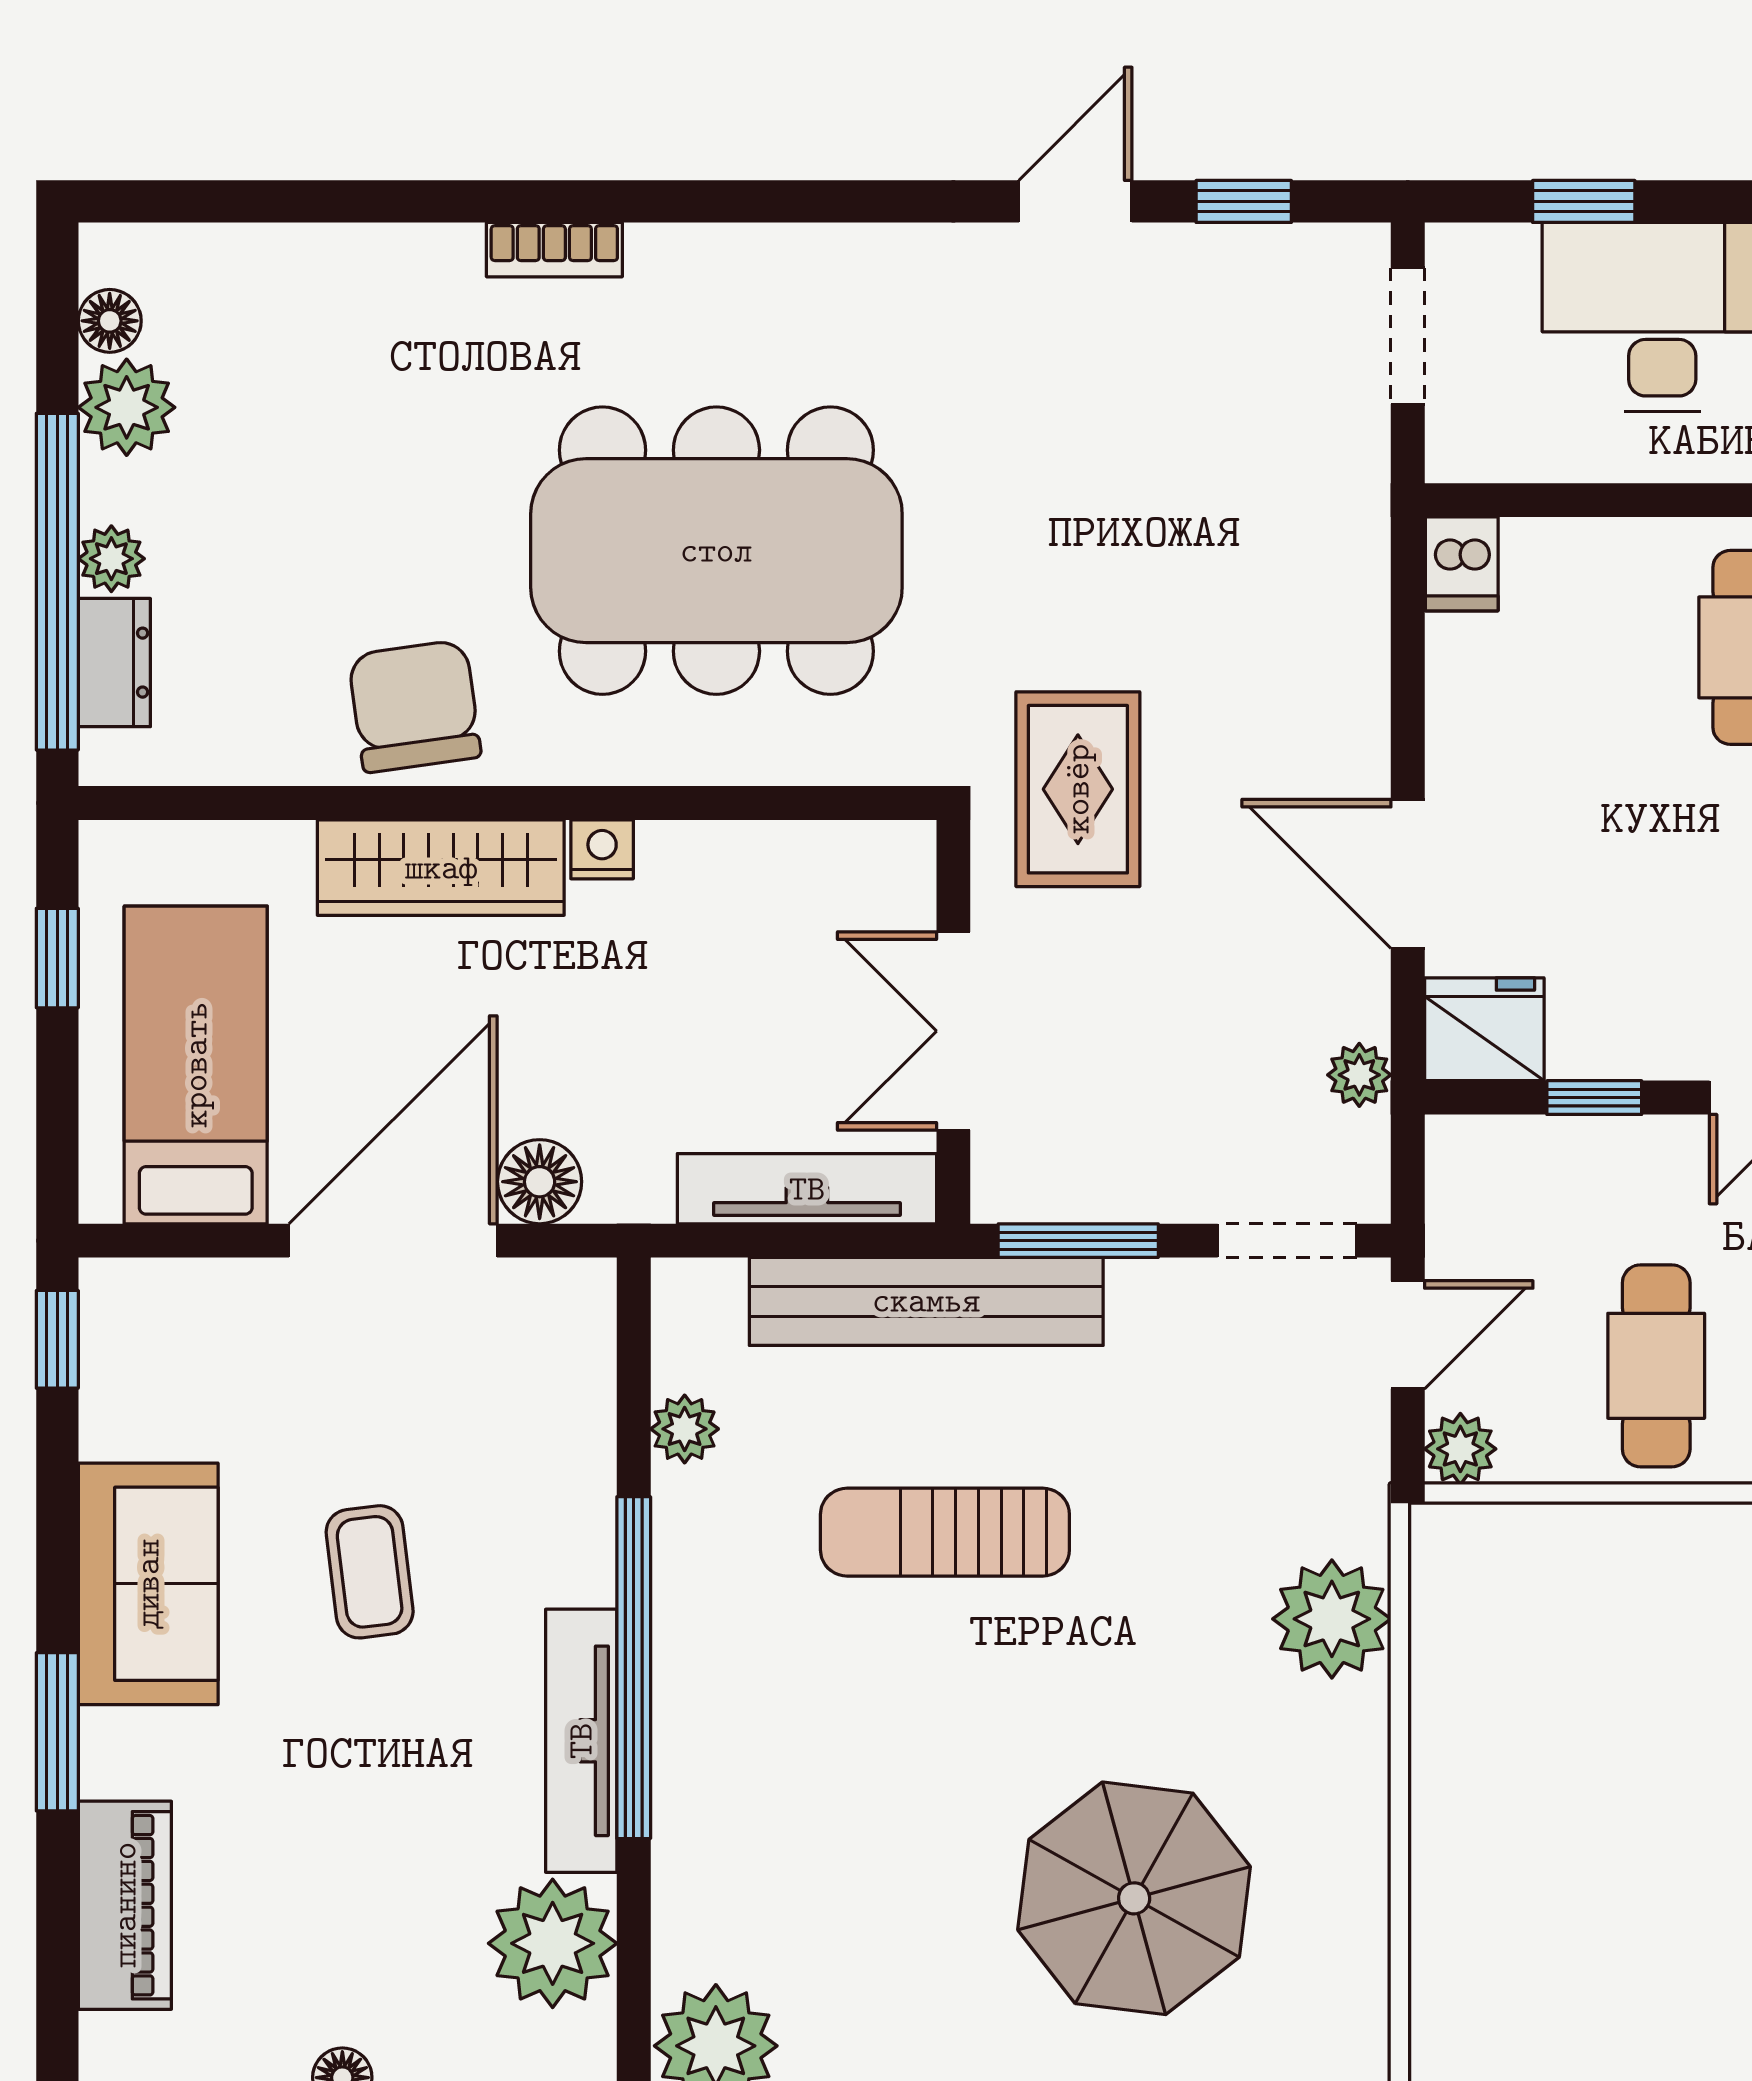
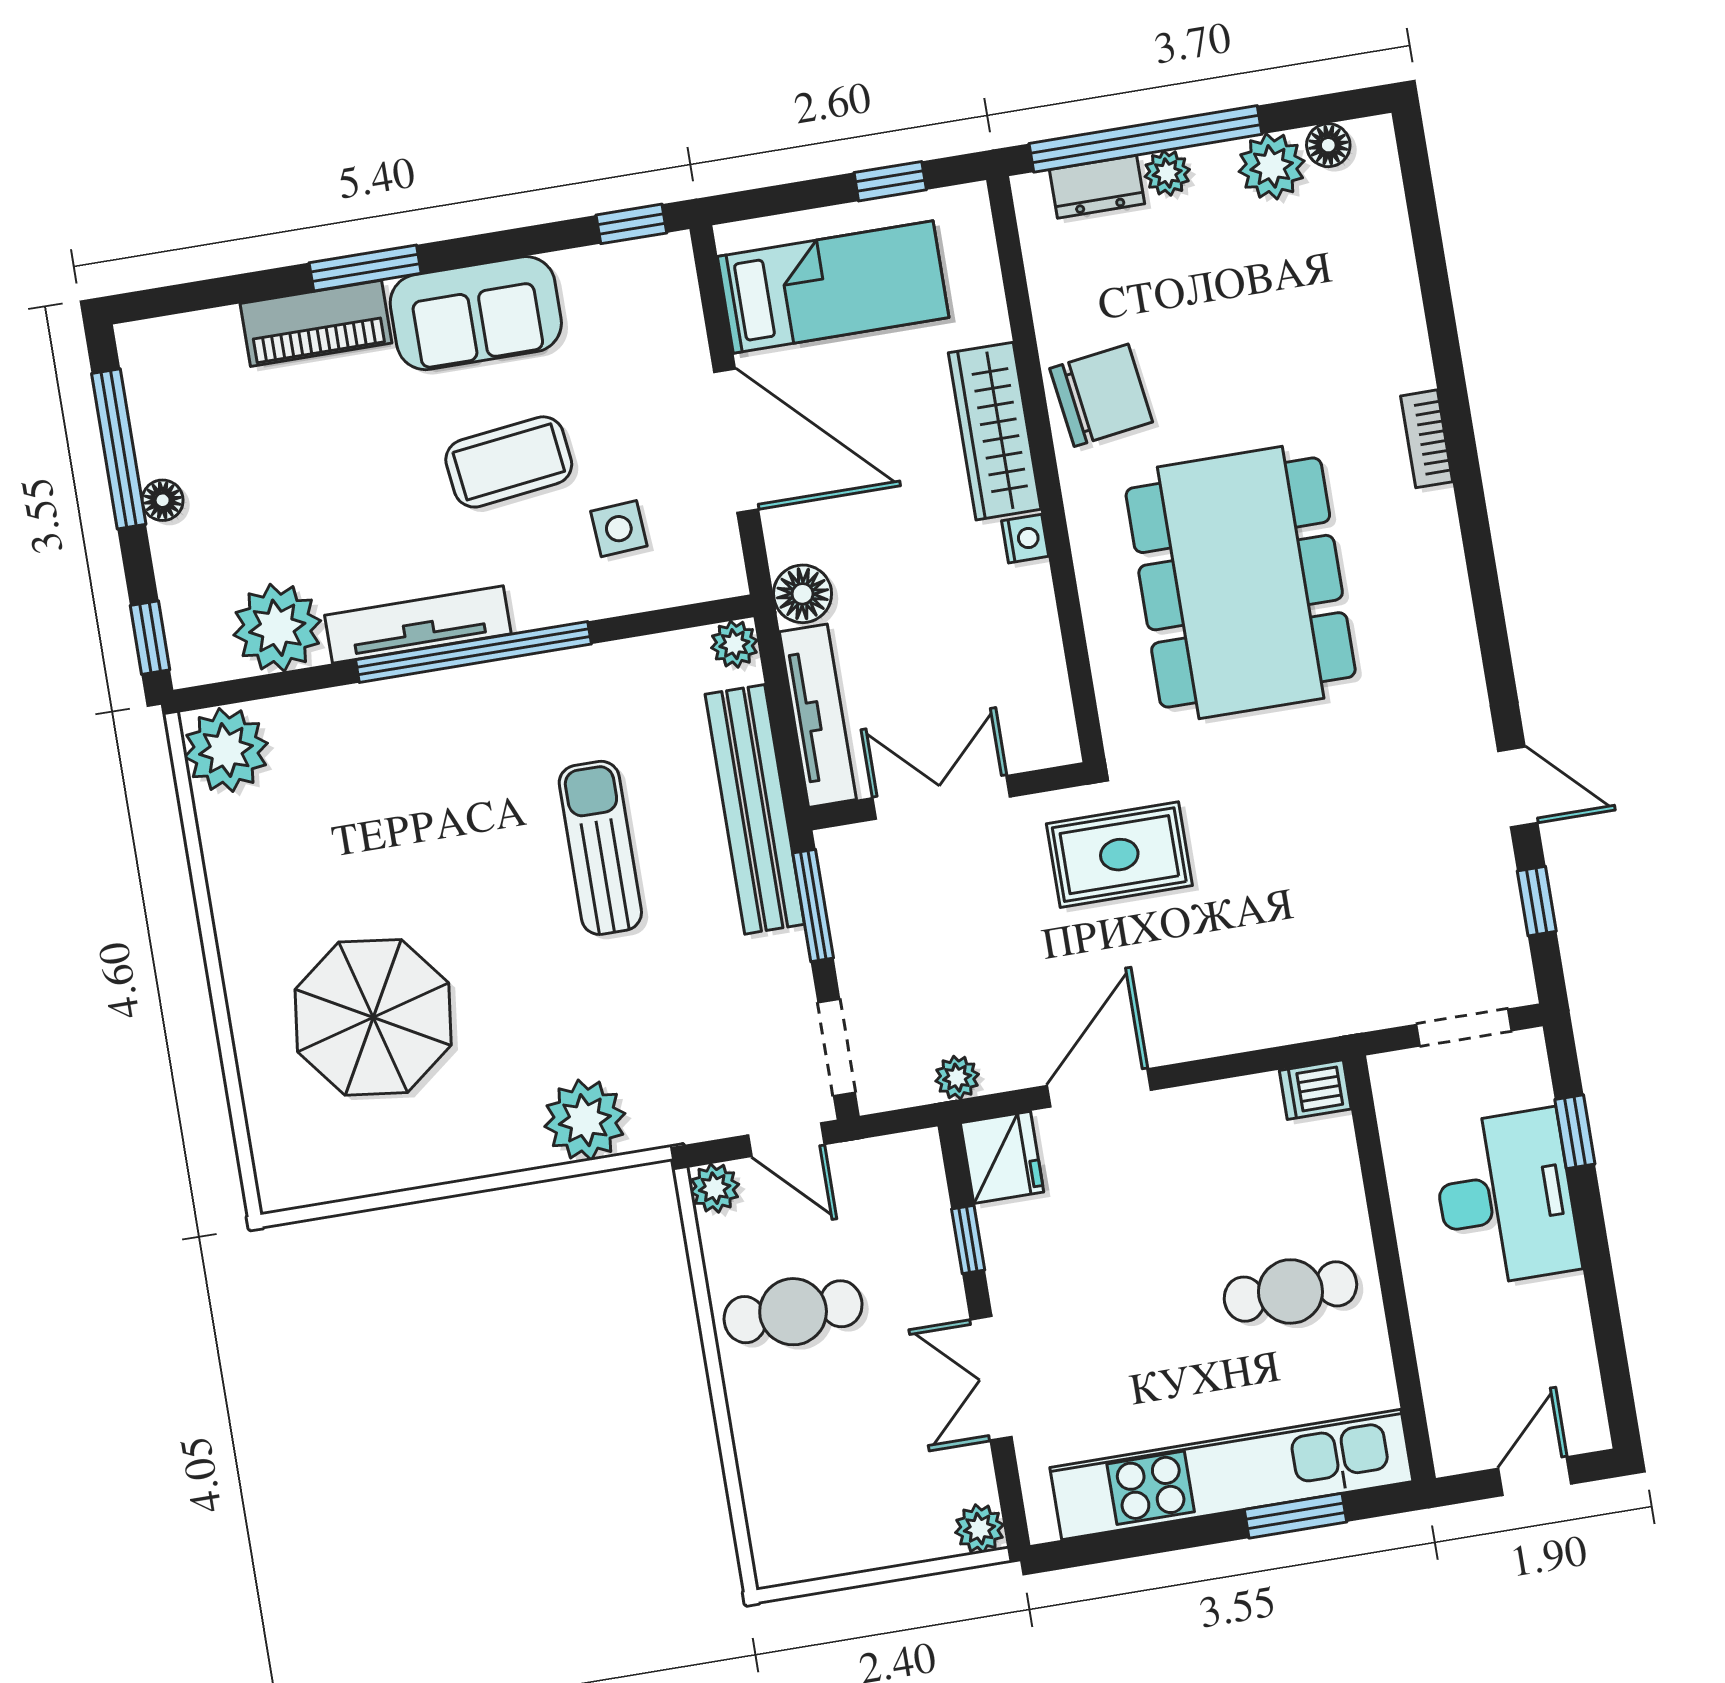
floor lamp: (540, 1182) -> (803, 594), moved
plant: (685, 1429) -> (734, 644), moved
side table: (491, 1430) -> (619, 529), added
coffee table: (370, 1572) -> (509, 462), width x1.36, depth x1.30
piano: (125, 1905) -> (316, 323), moved

